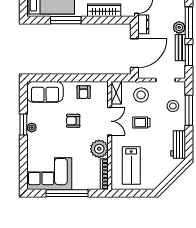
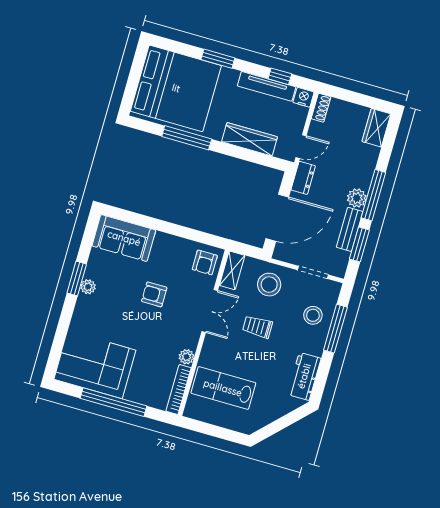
armchair: (84, 92) -> (205, 262), moved
plant: (99, 149) -> (186, 357), width x0.53, depth x0.53
lab bench: (131, 166) -> (223, 388), turned 90

